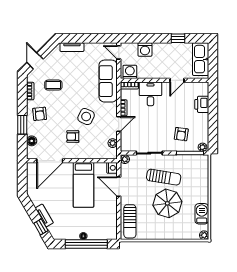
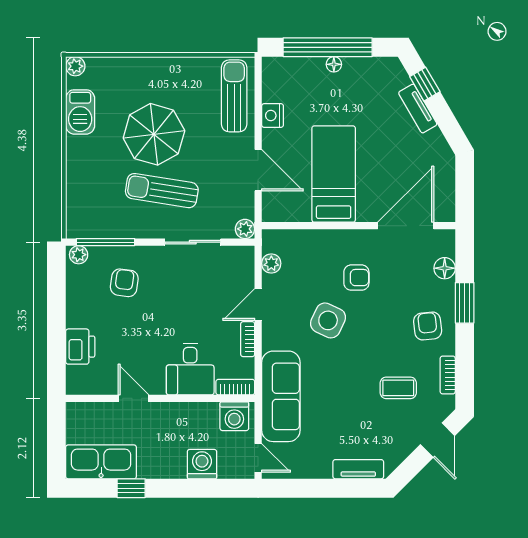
kitchen sink: (201, 59) -> (101, 462), moved, turned -90
door: (177, 80) -> (133, 398), hinge flipped
nightstand: (112, 168) -> (273, 116), moved

